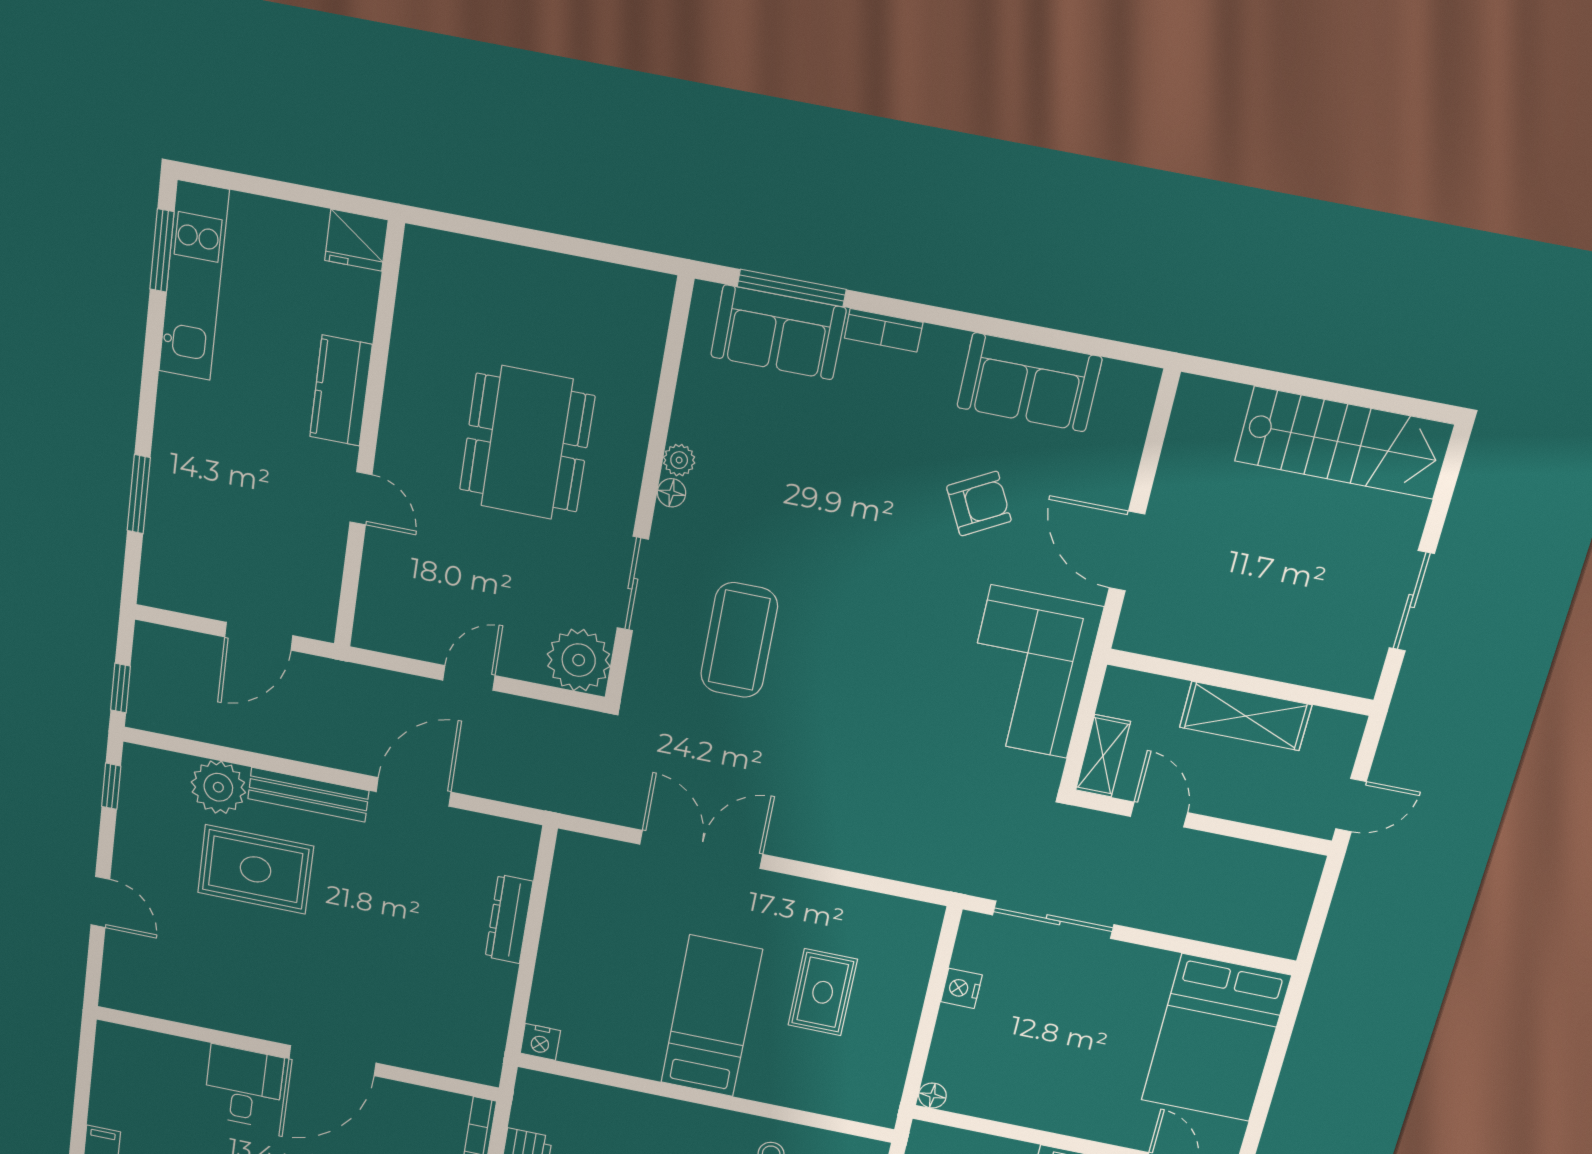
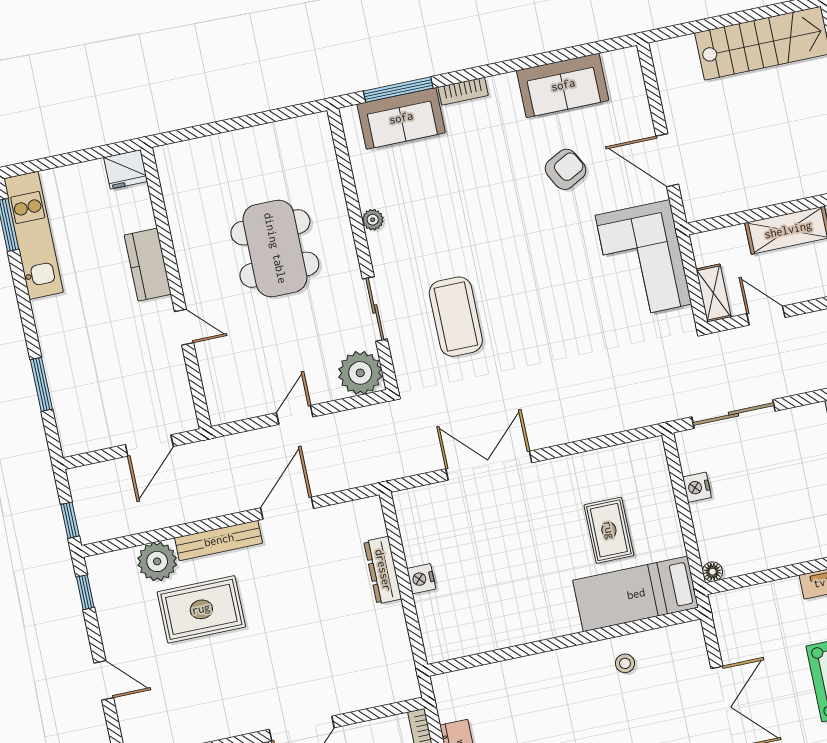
floor lamp: (672, 493) -> (376, 242), removed
bed: (711, 1016) -> (636, 594), moved, turned -90
nightstand: (540, 1042) -> (421, 579), moved, turned 90

